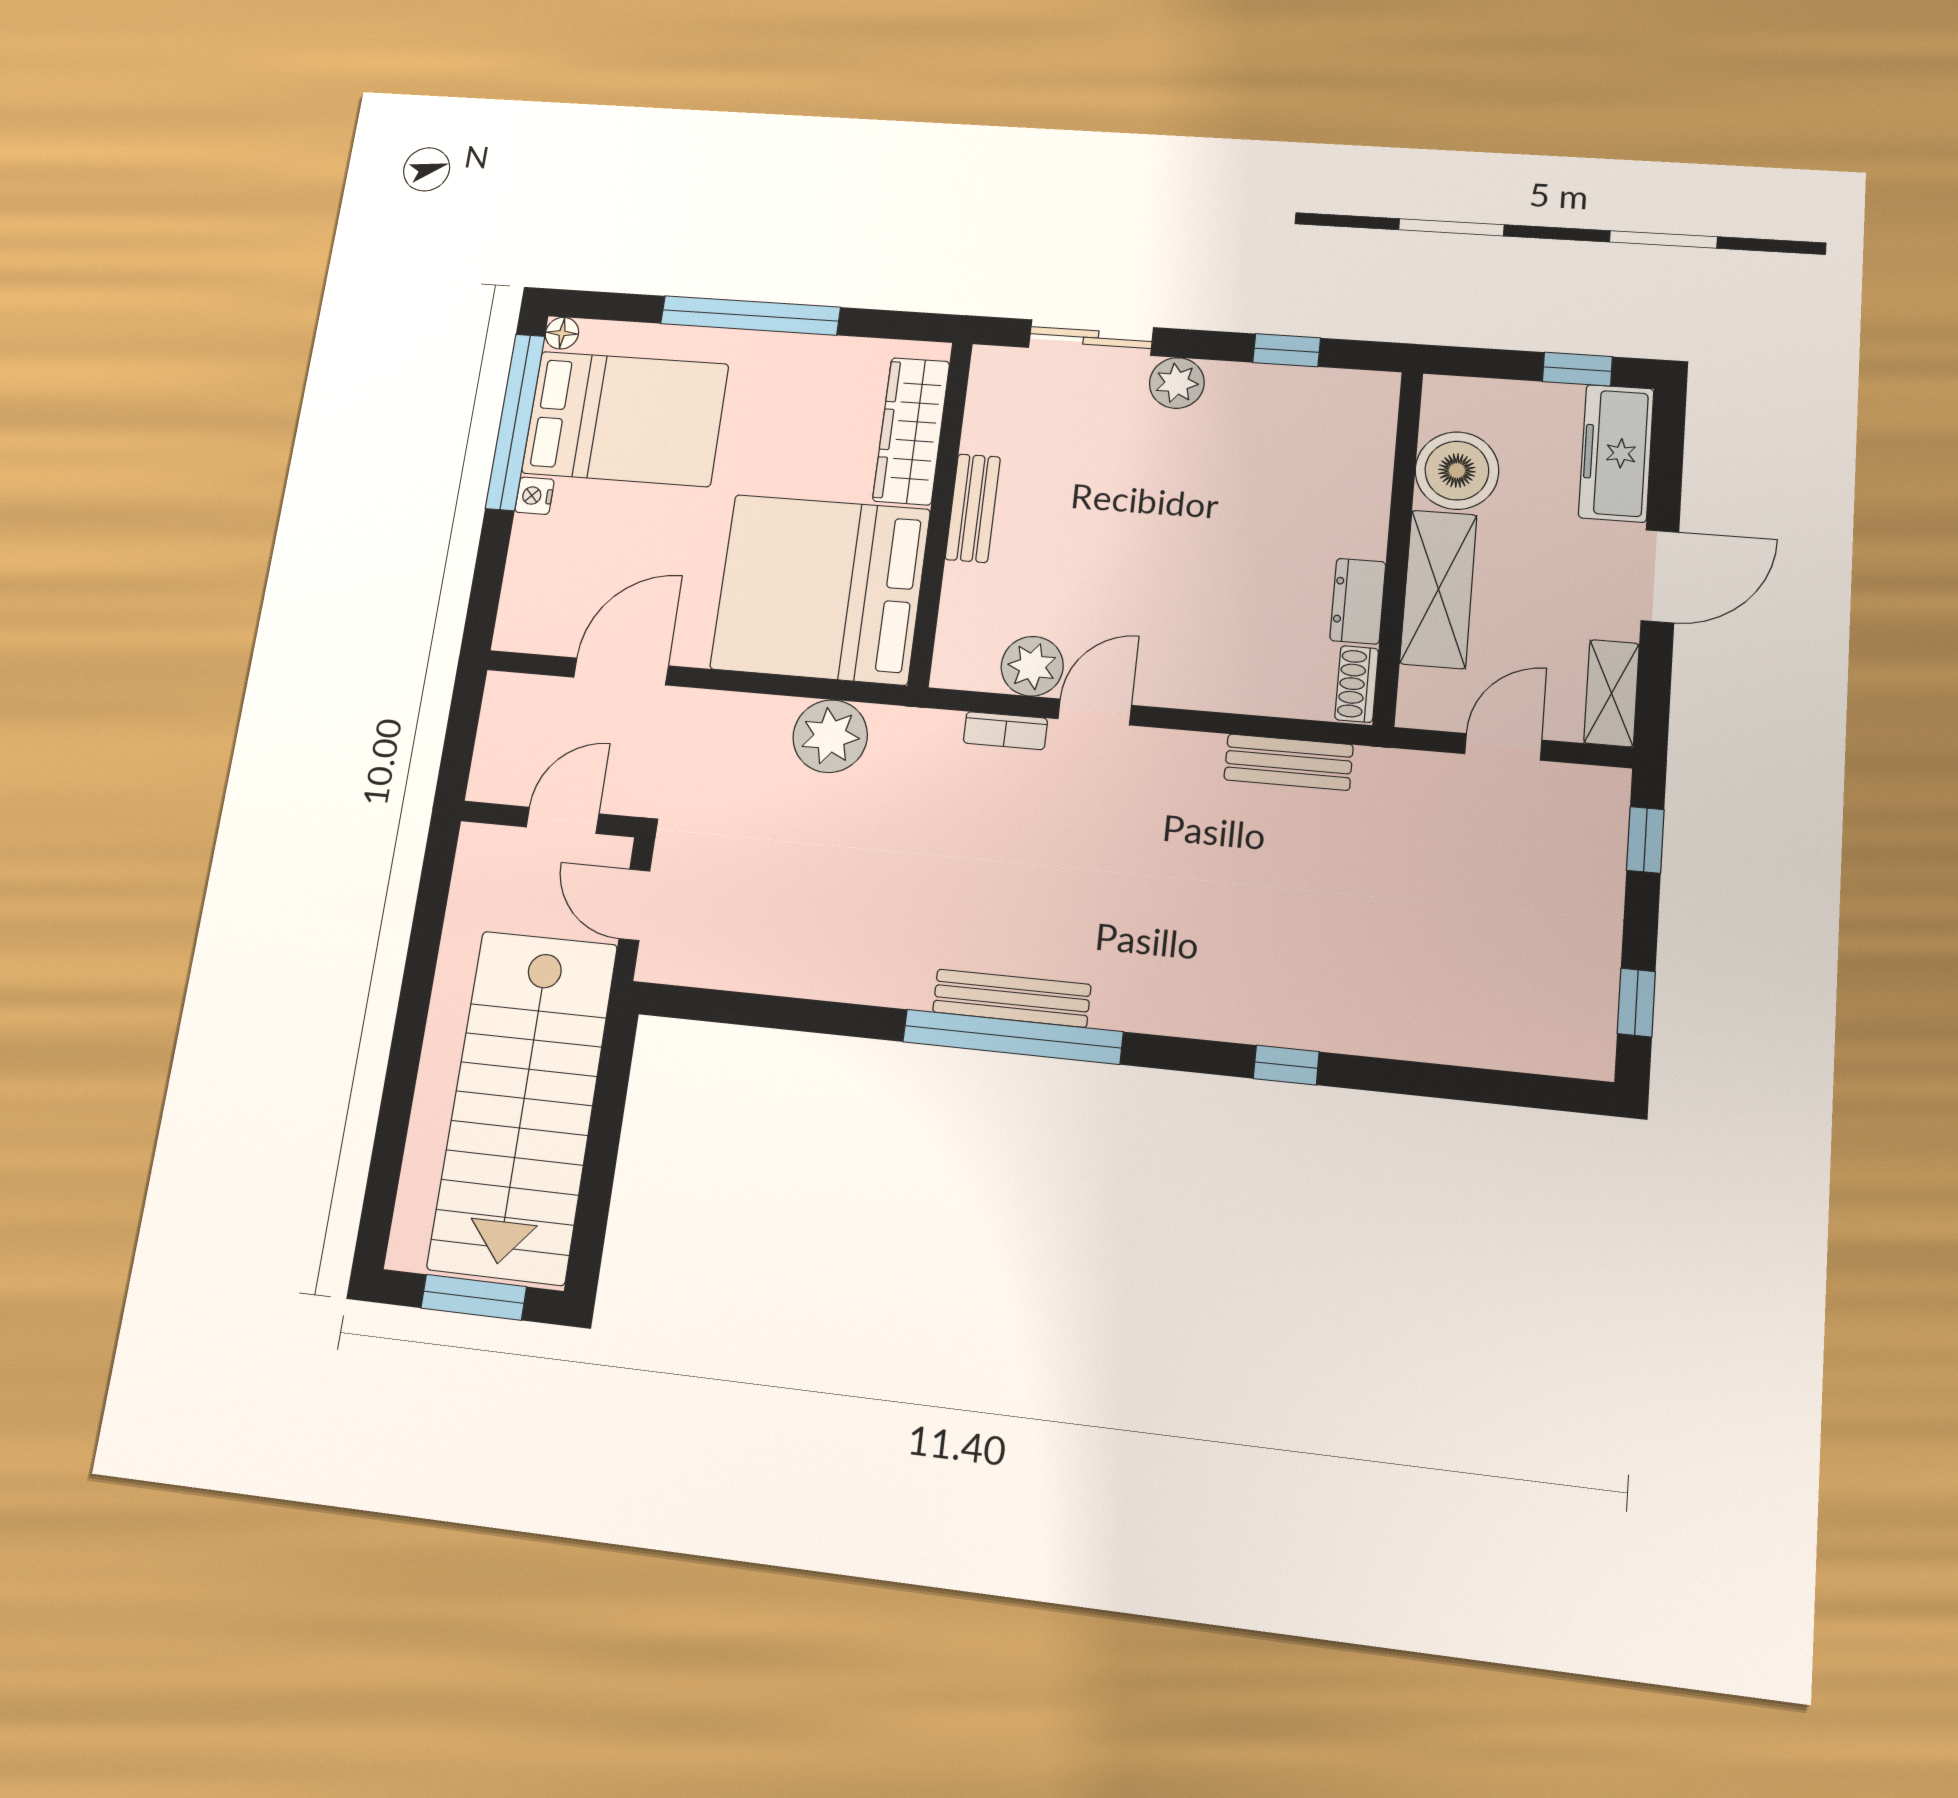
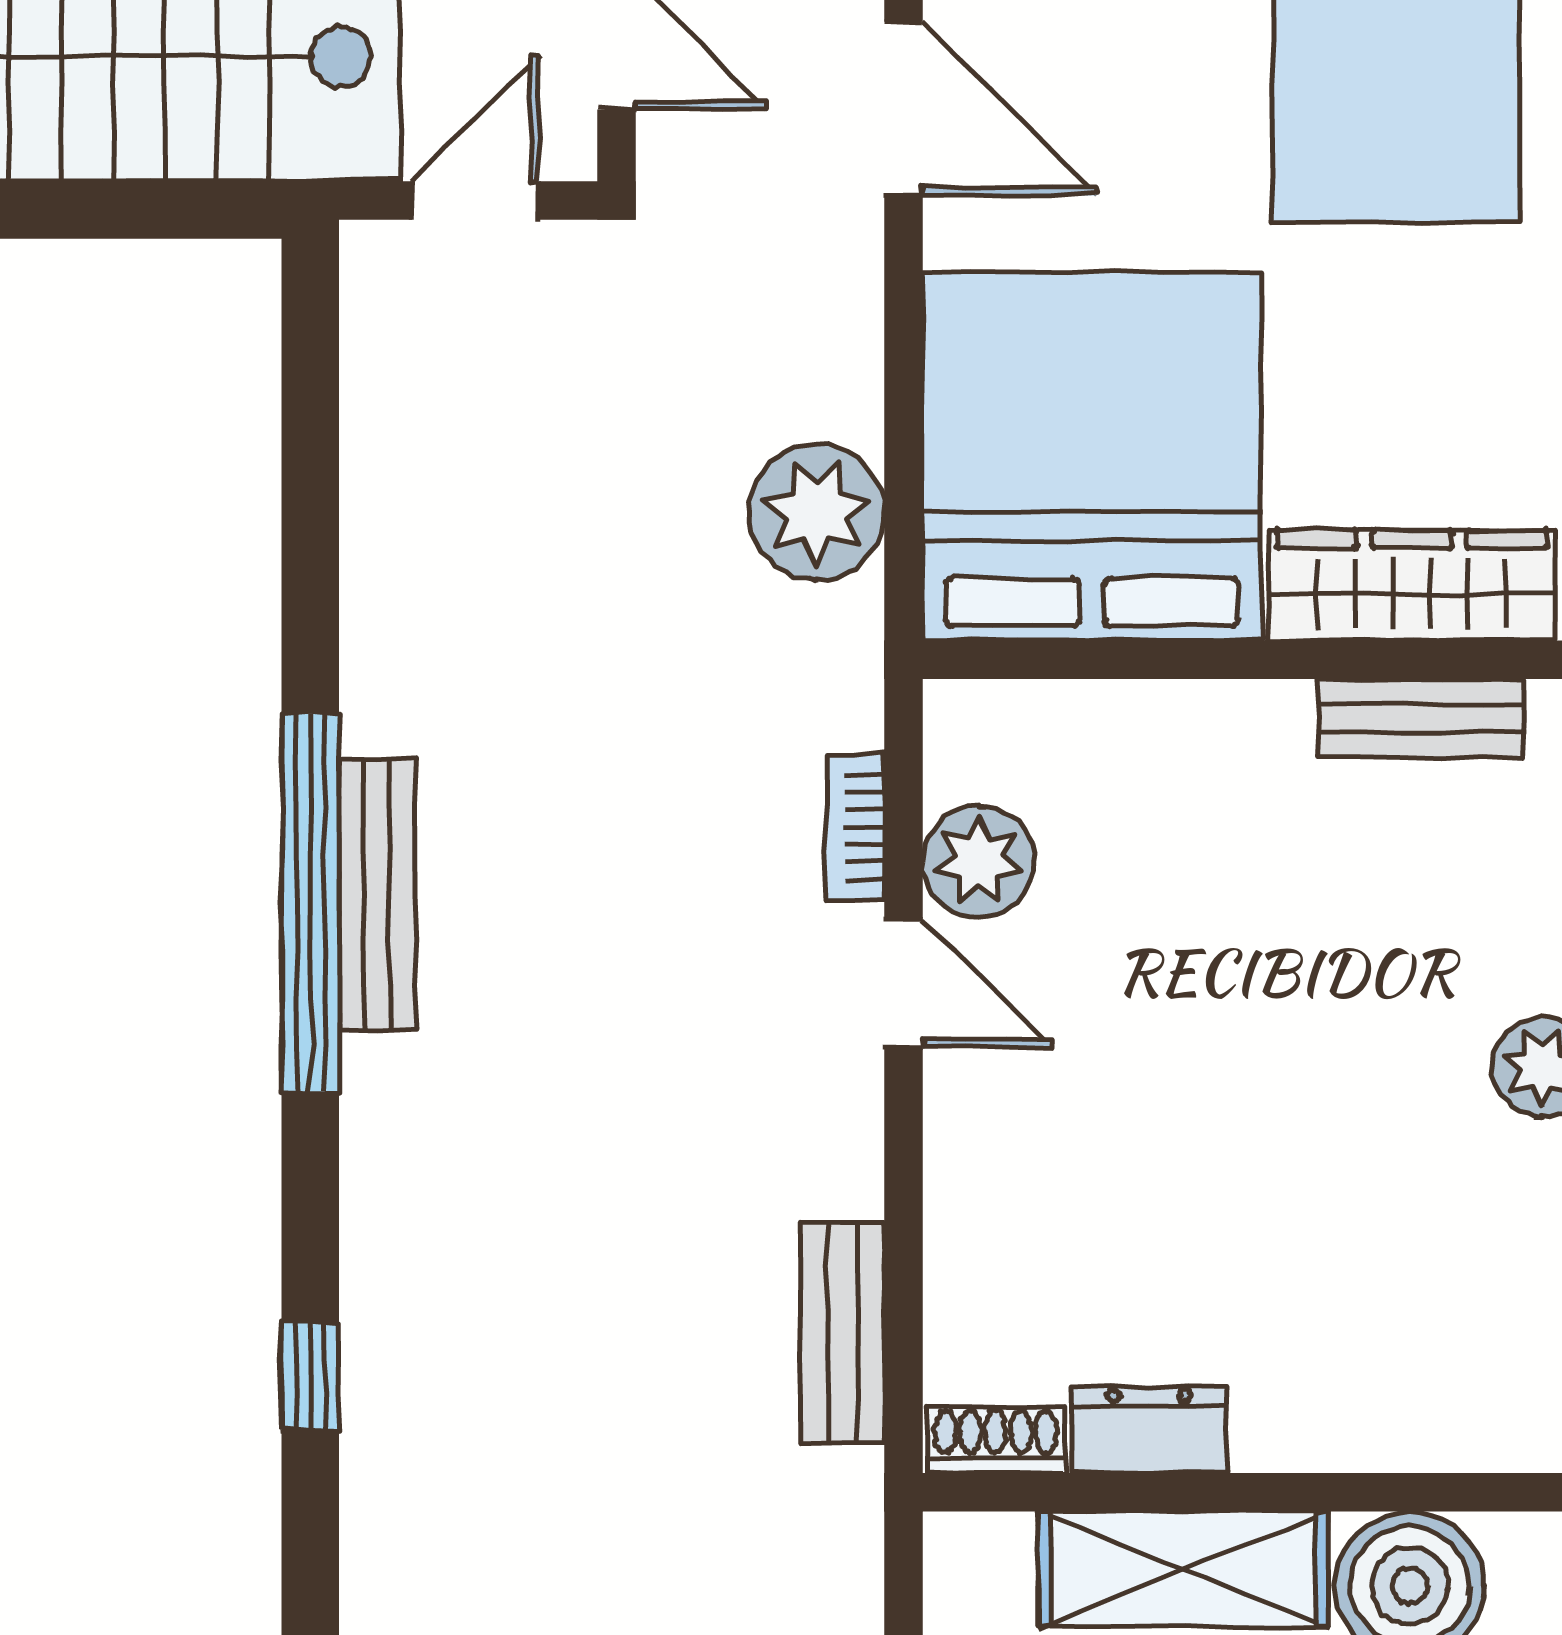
bench: (973, 508) -> (1421, 718), moved

